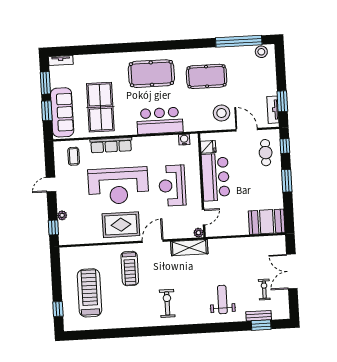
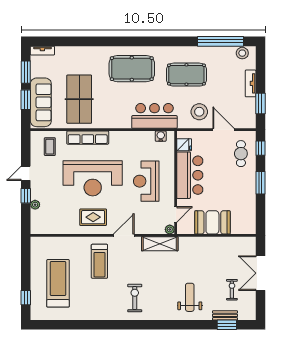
tv unit: (273, 110) -> (251, 83), moved
bar counter: (160, 121) -> (154, 116), moved
booth: (267, 222) -> (212, 222), moved
rug: (121, 225) -> (93, 217), width x0.73, depth x0.70
window: (53, 227) -> (26, 196), moved

